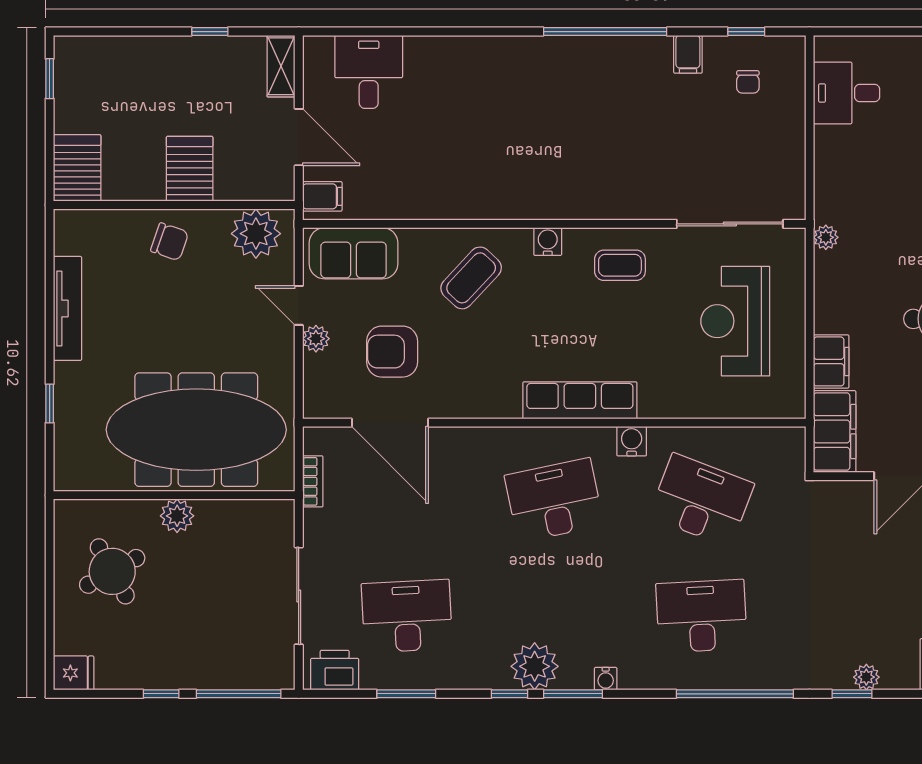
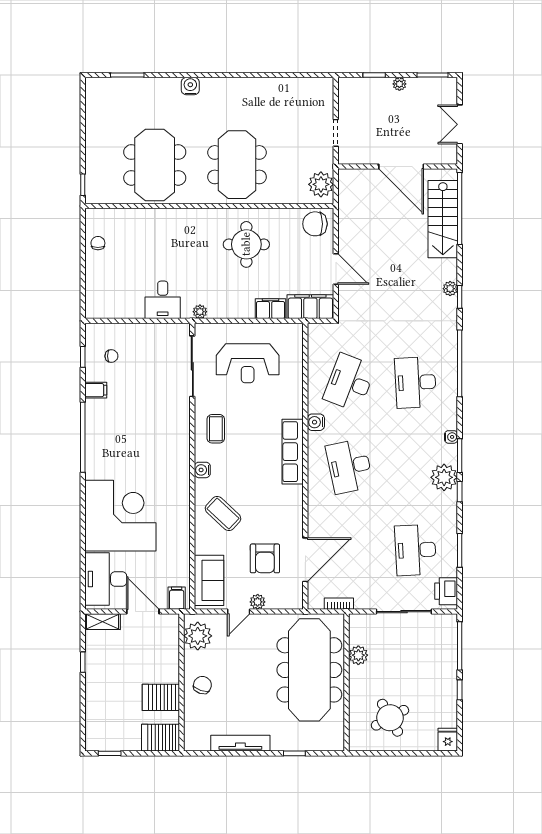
desk: (369, 72) -> (106, 579), width x1.37
desk: (847, 93) -> (163, 300), moved
corner desk: (467, 98) -> (120, 516), added
door: (299, 137) -> (143, 612), hinge flipped
server rack: (190, 169) -> (161, 697), moved
plant: (177, 516) -> (358, 655), moved

